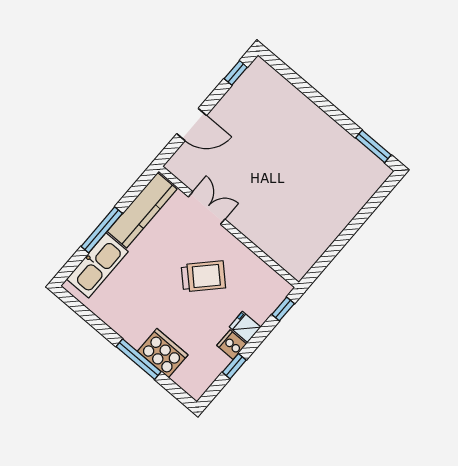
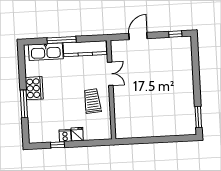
door: (192, 125) -> (138, 36), swing flipped
trolley: (203, 276) -> (92, 101), moved, turned -139
window: (283, 309) -> (99, 143), removed
cooker: (163, 353) -> (34, 88), moved

